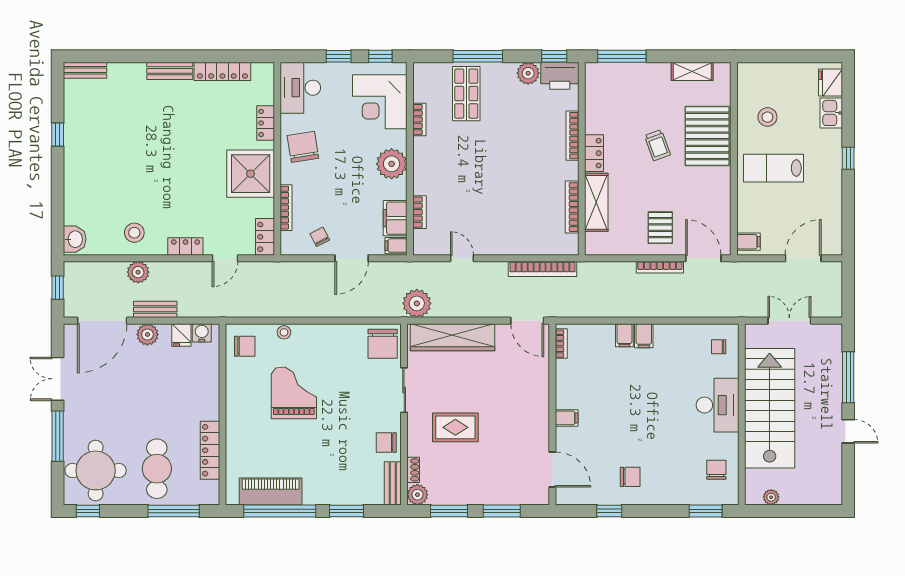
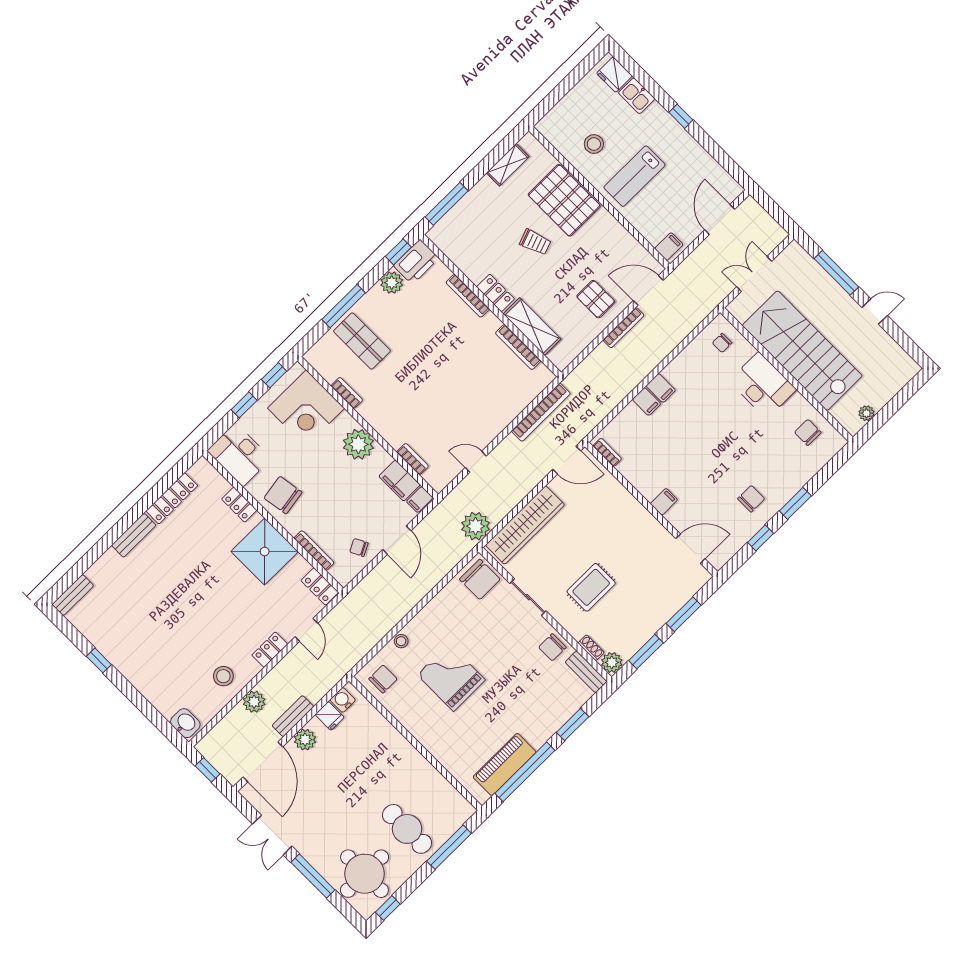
locker: (210, 450) -> (432, 778), removed
window: (706, 511) -> (795, 503), moved

